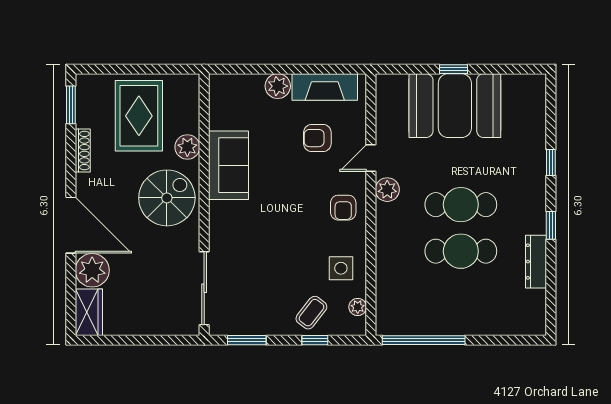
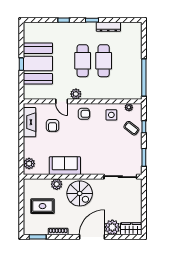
plant: (278, 86) -> (29, 164), moved
rug: (139, 116) -> (42, 206), width x0.73, depth x0.70
spiral stairs: (167, 198) -> (80, 193), turned 180

